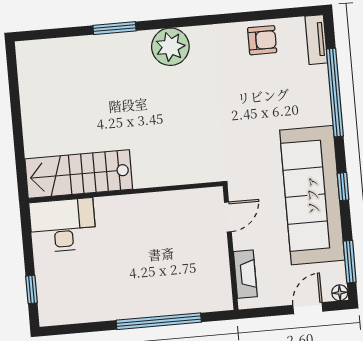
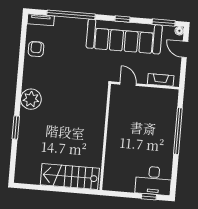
stairs: (79, 174) -> (70, 177), moved, turned 90
desk: (63, 225) -> (154, 181), moved, turned -90

